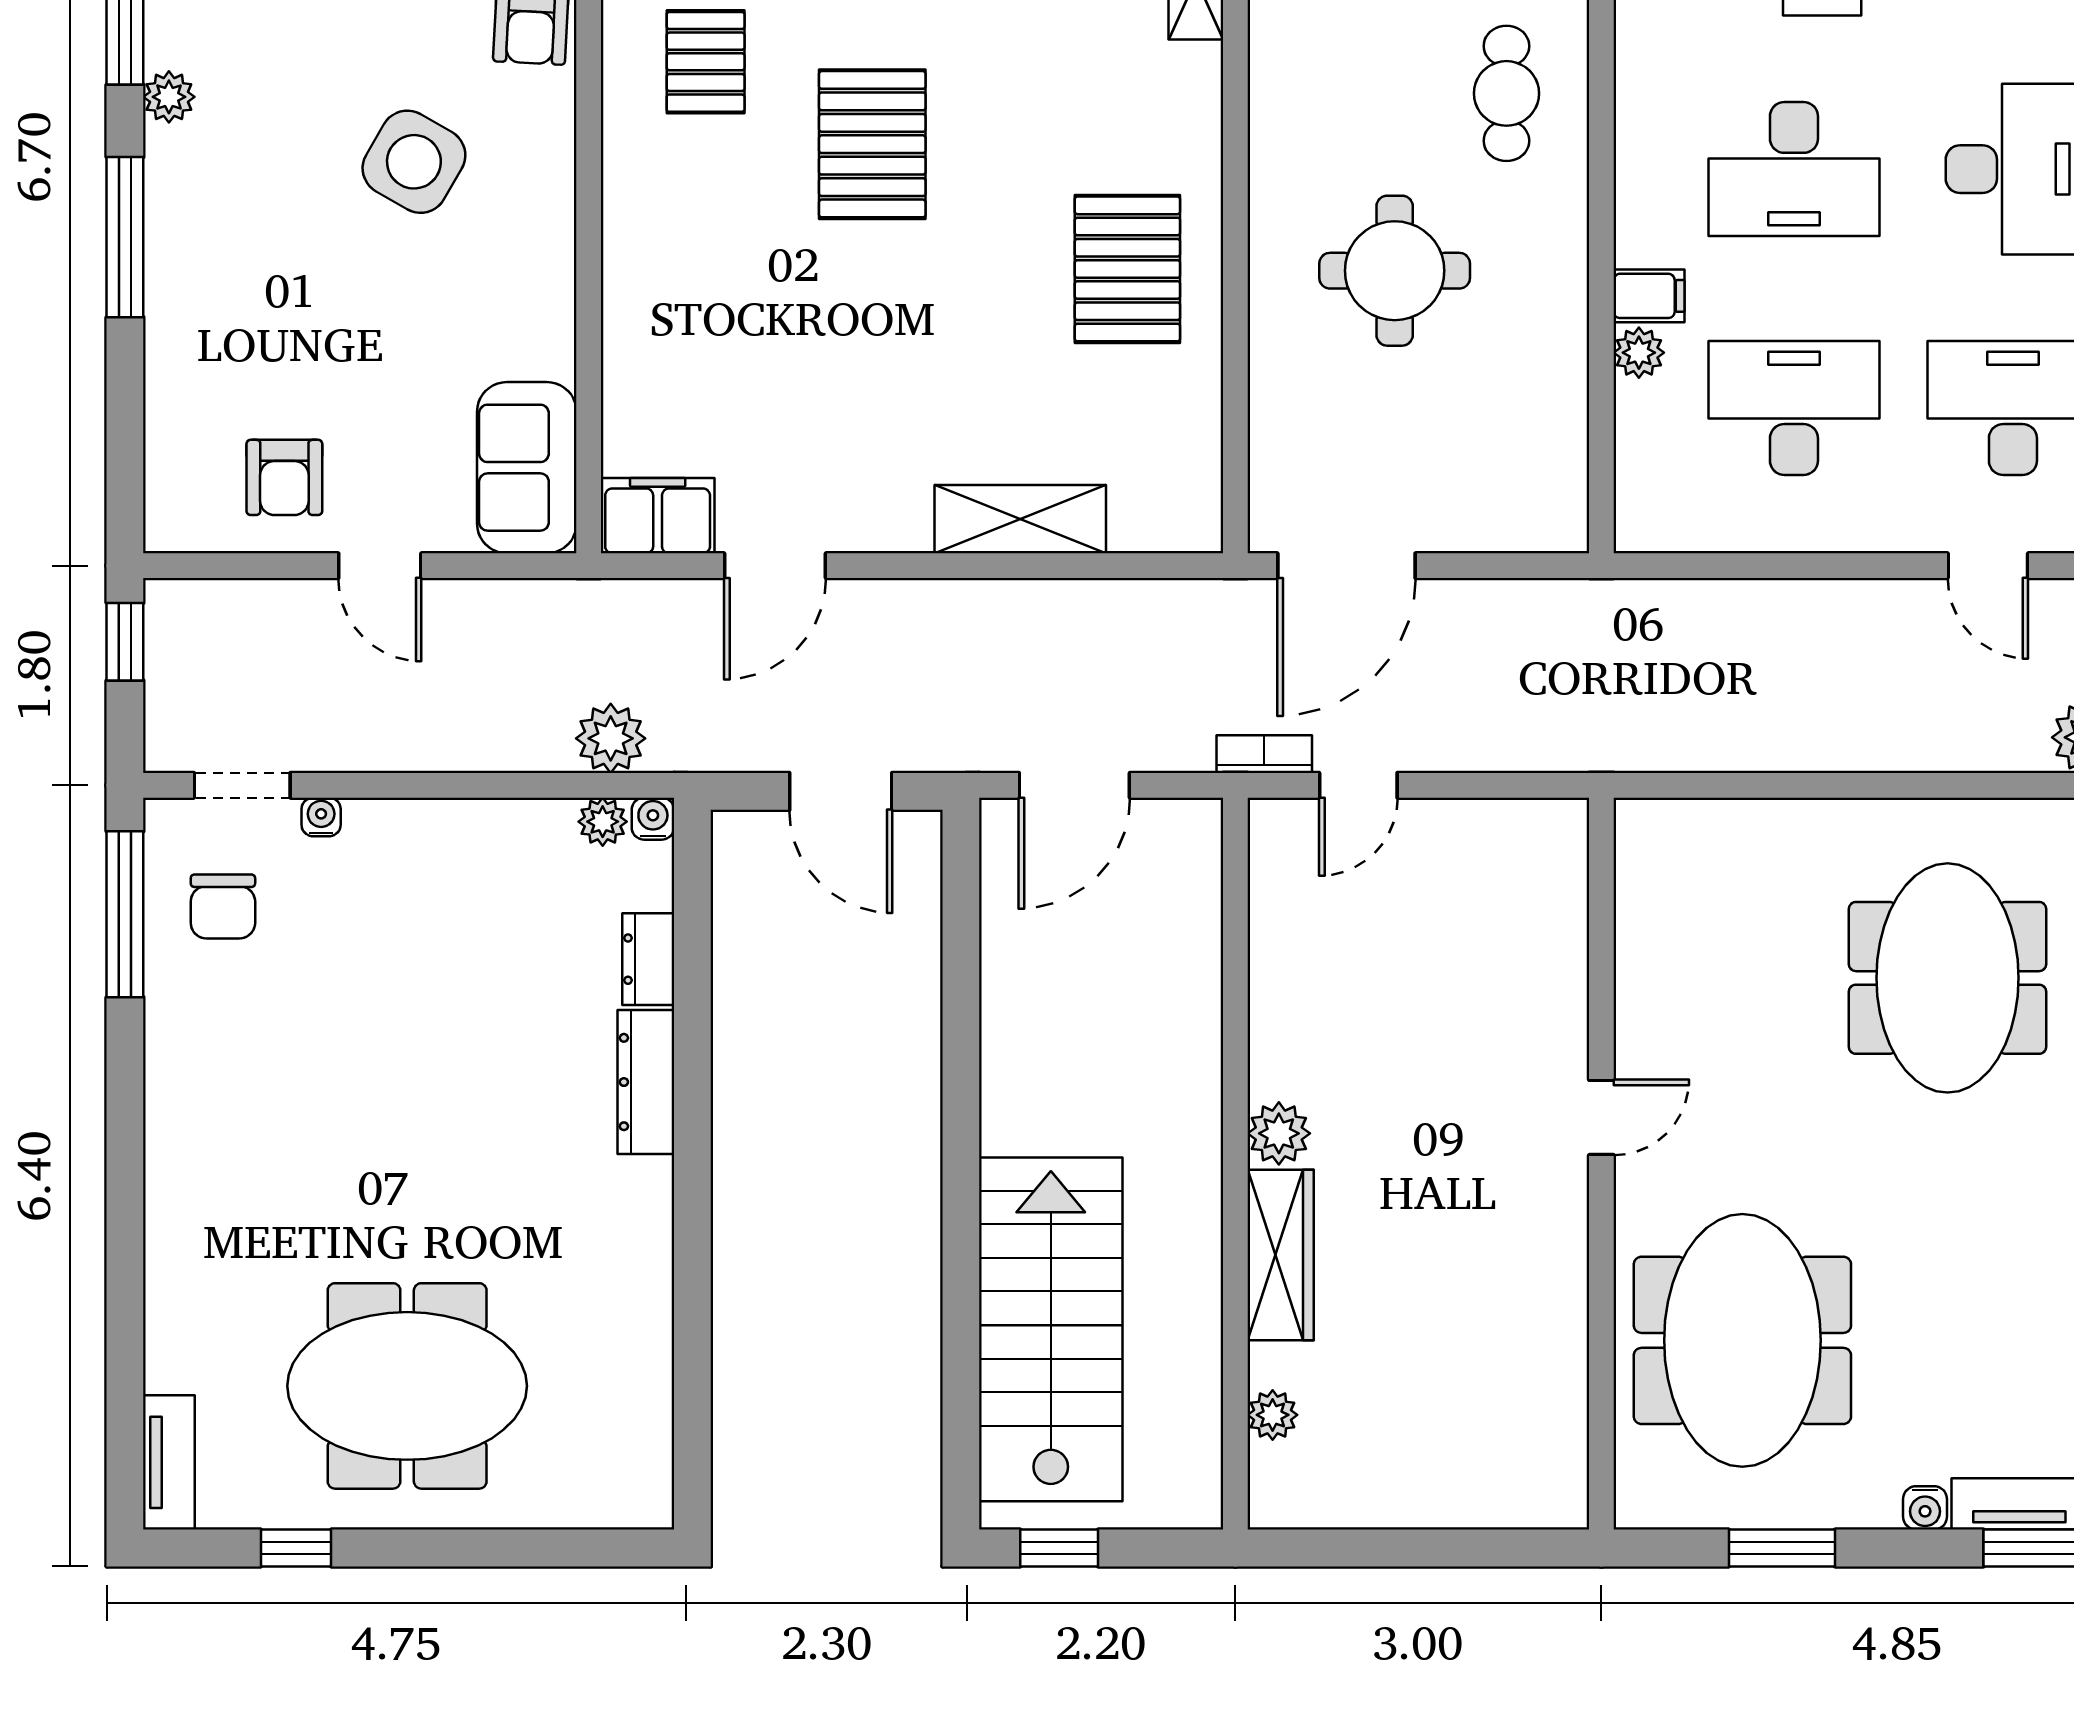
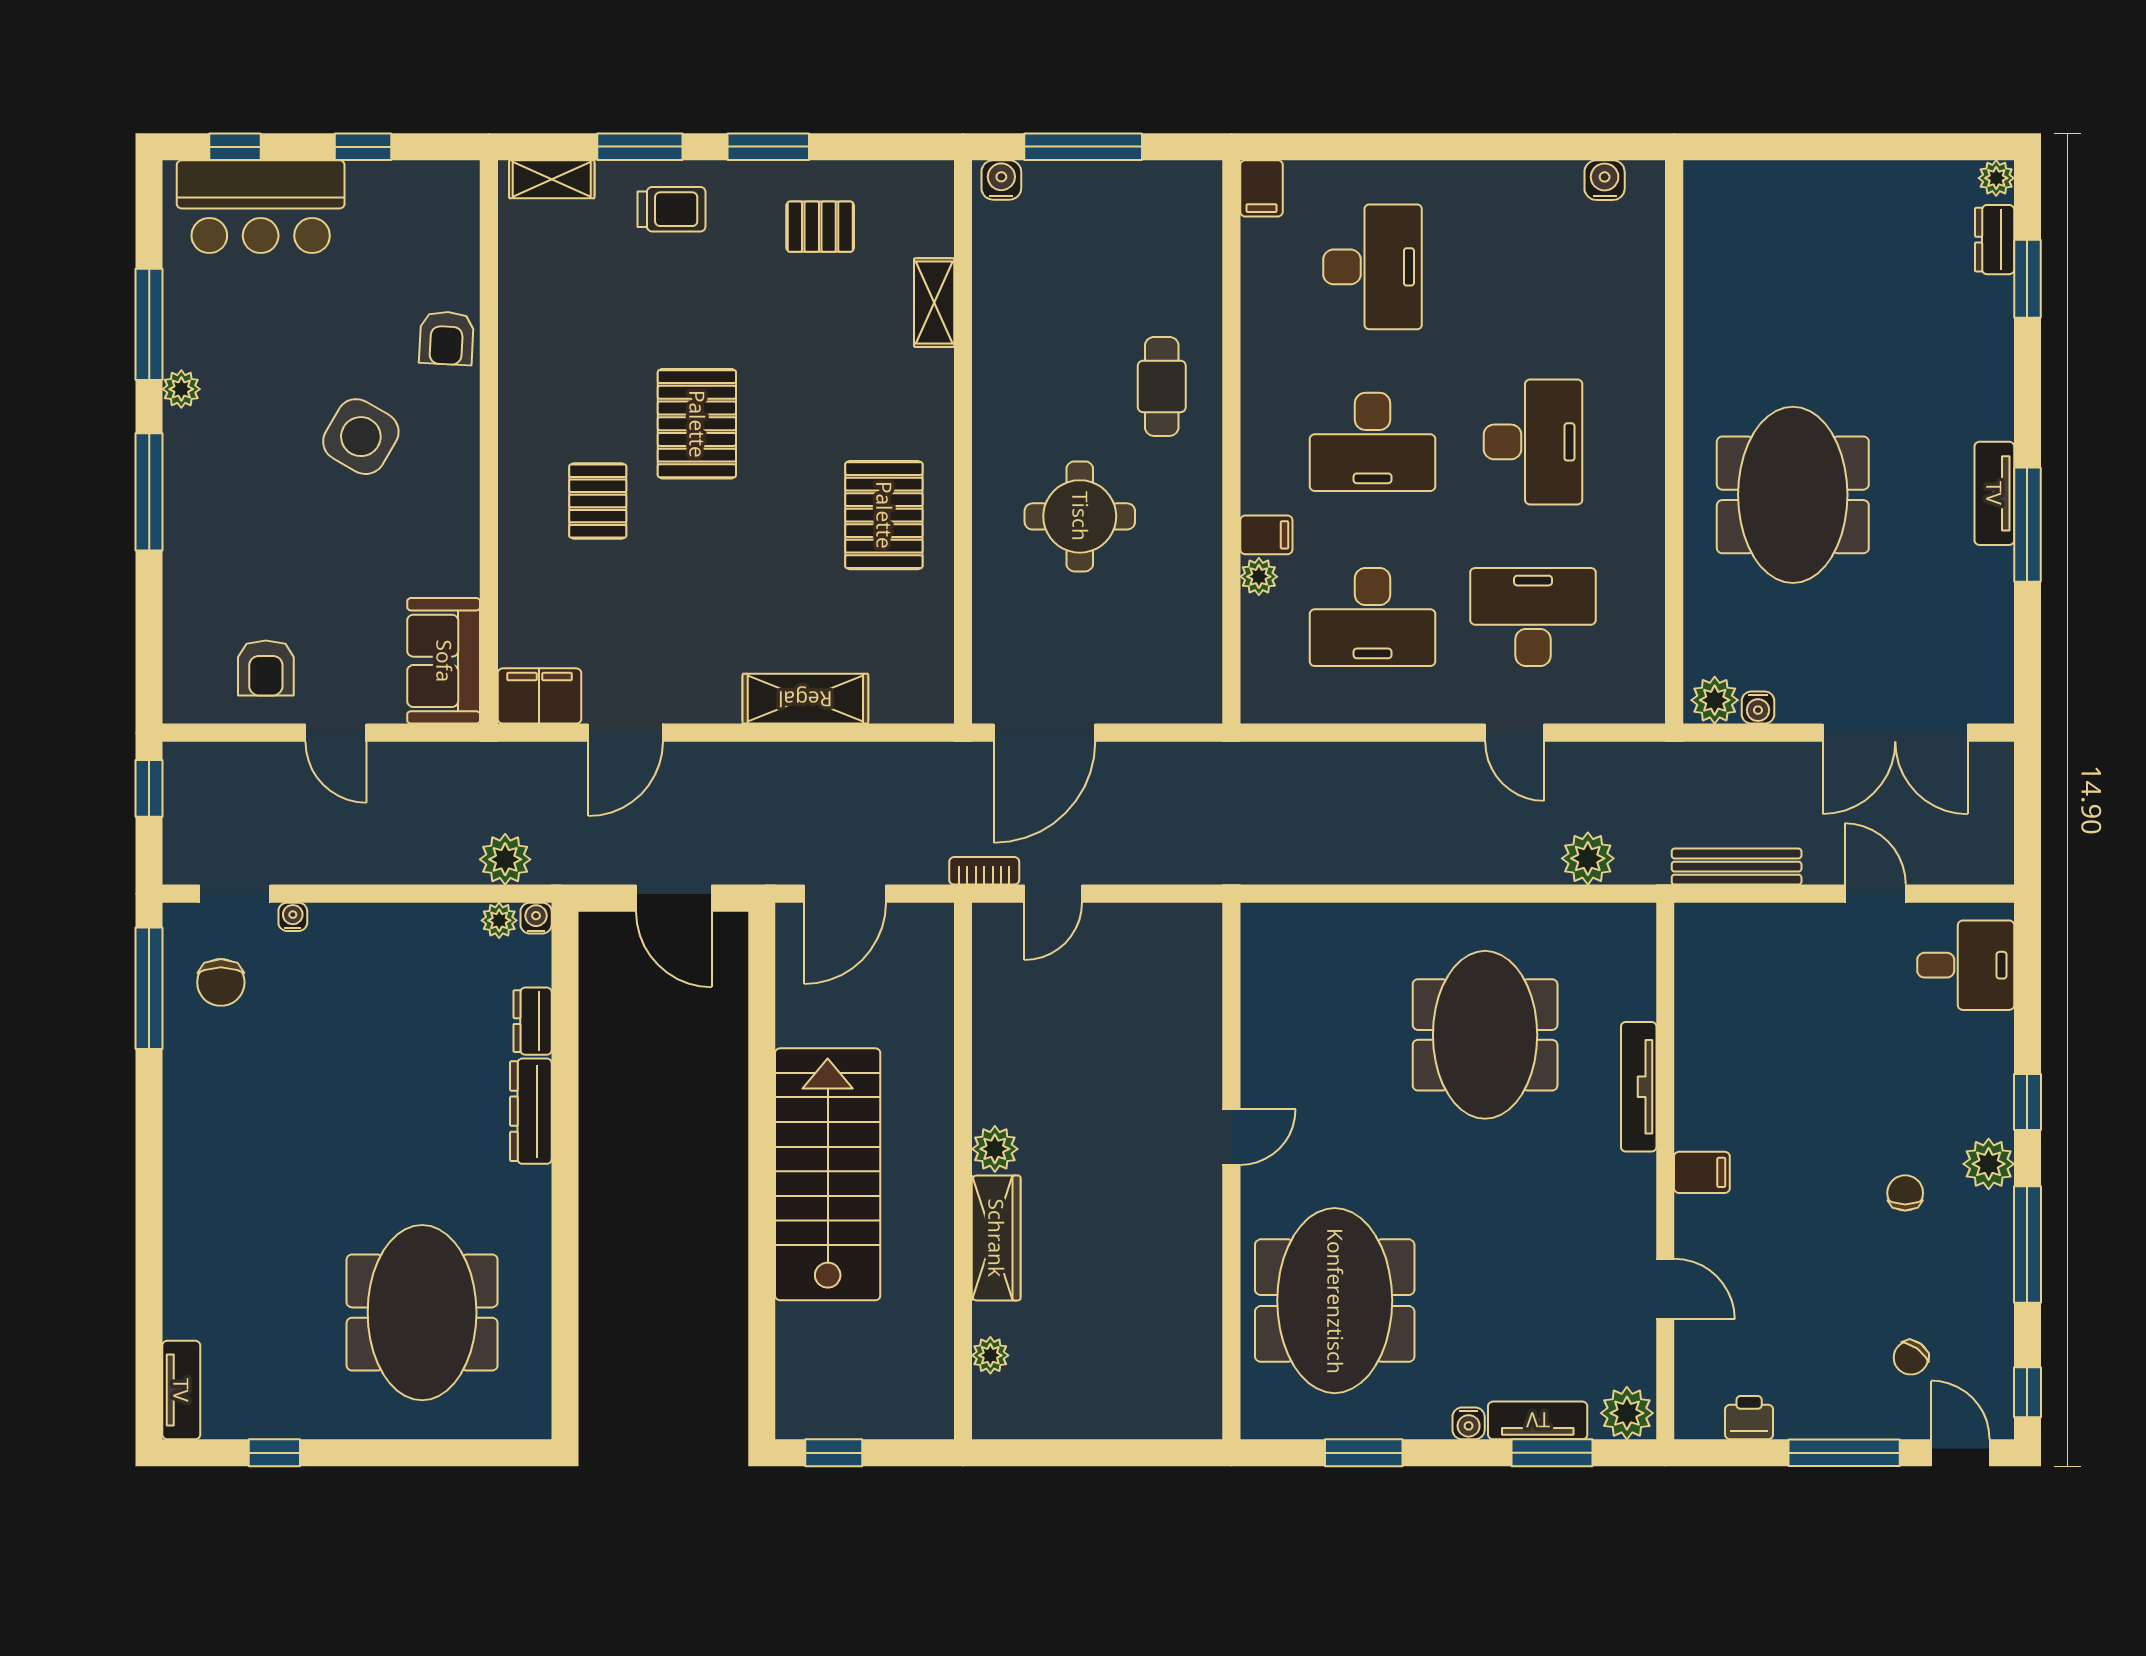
pallet: (706, 62) -> (598, 501), moved
desk: (1794, 408) -> (1373, 617), turned 180
stairs: (1051, 1329) -> (828, 1174), moved
meeting table: (407, 1386) -> (422, 1313), moved, turned 90

